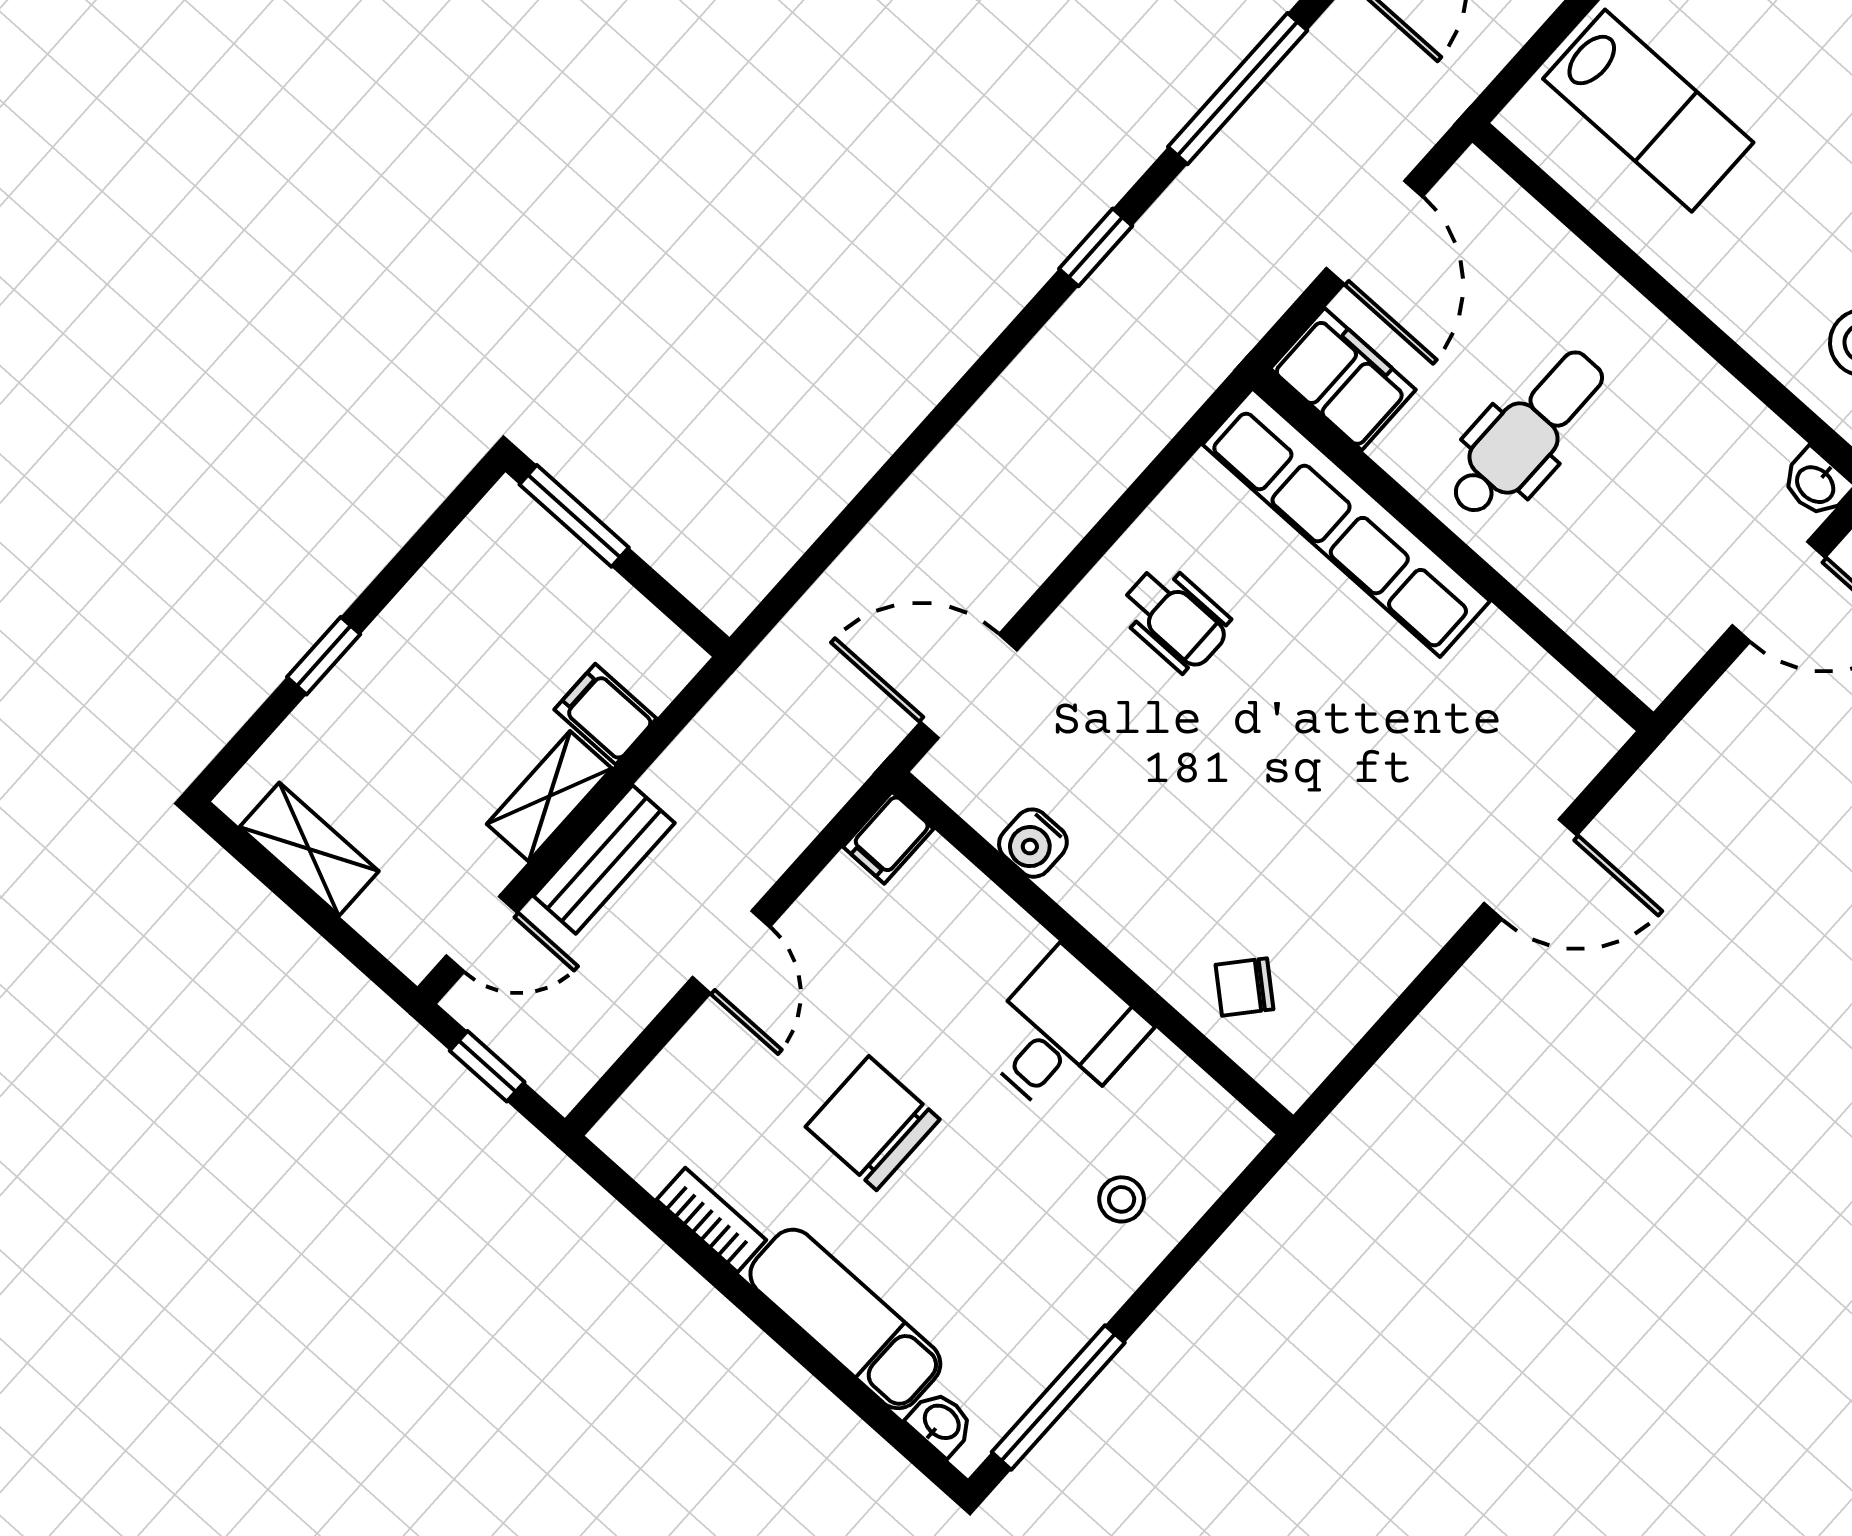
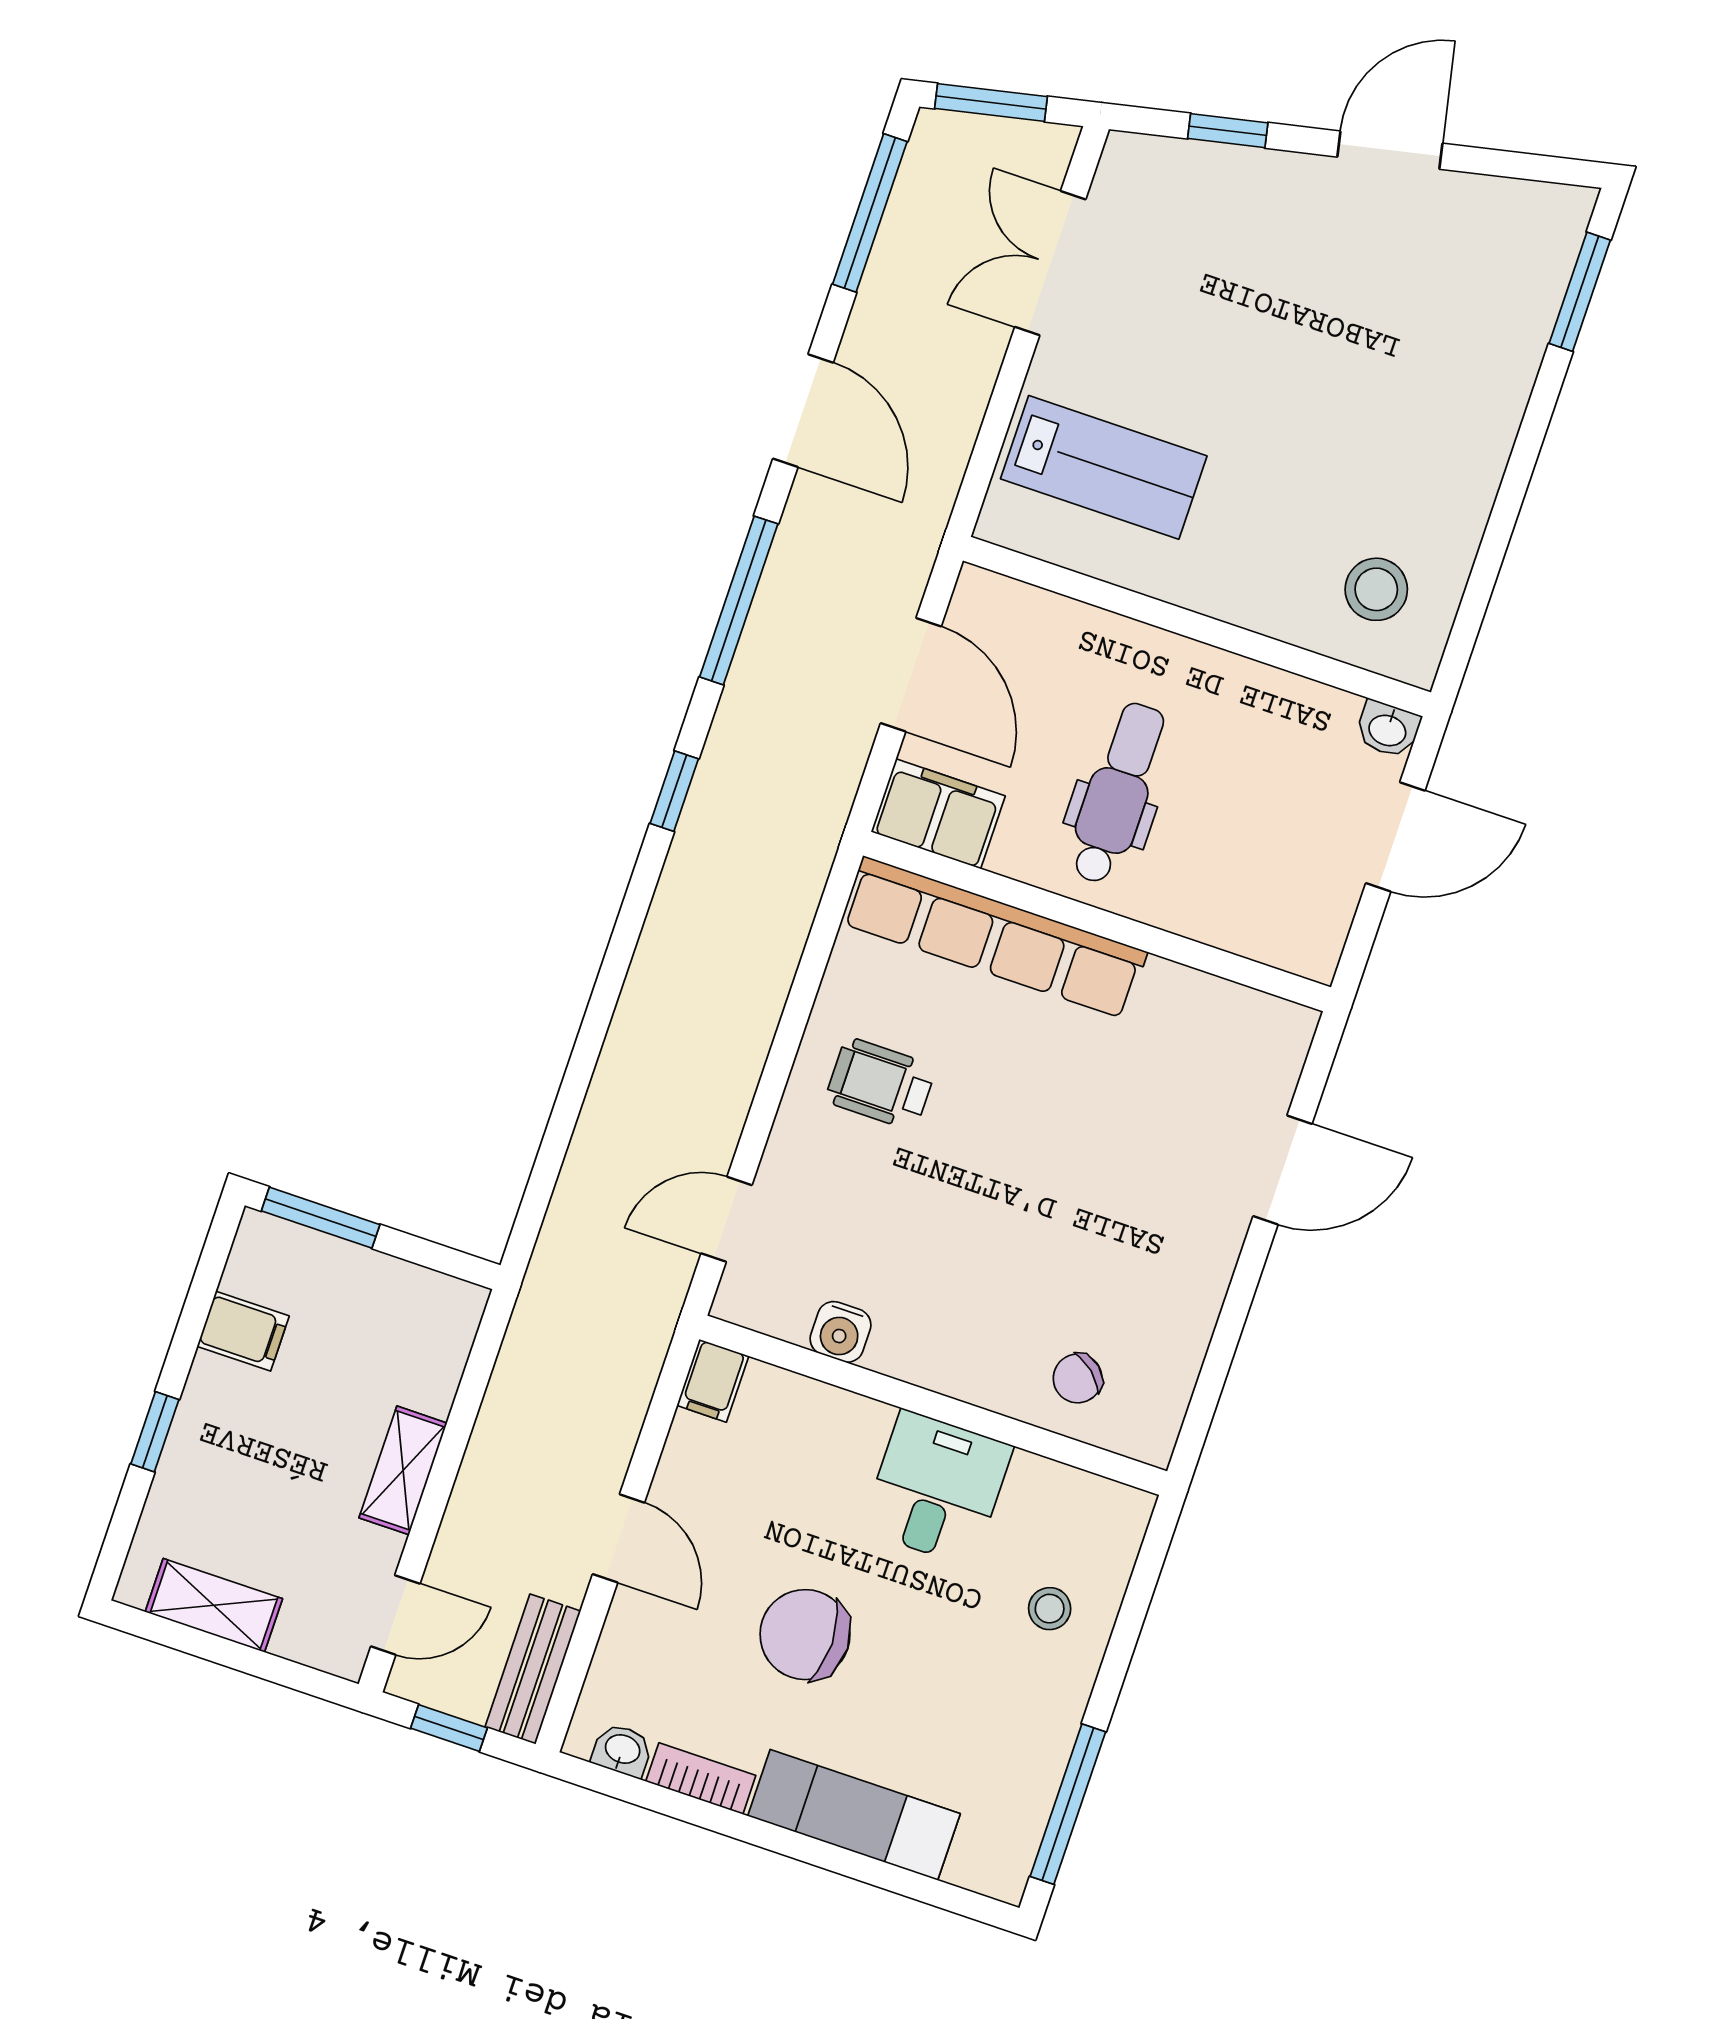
wheelchair: (1175, 618) -> (881, 1084), turned 180
door: (969, 686) -> (727, 1219), width x0.73
filing cabinet: (605, 714) -> (243, 1331), moved, turned 180
bench: (604, 860) -> (533, 1669), moved
washbasin: (941, 1423) -> (622, 1750), moved

